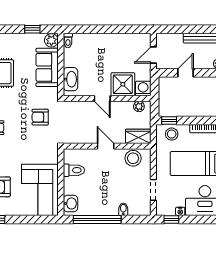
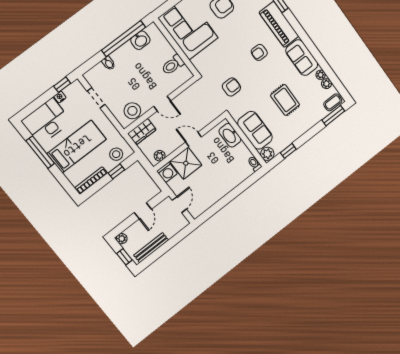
window: (169, 120) -> (116, 171), moved
washbasin: (71, 203) -> (140, 40), moved, turned -90

